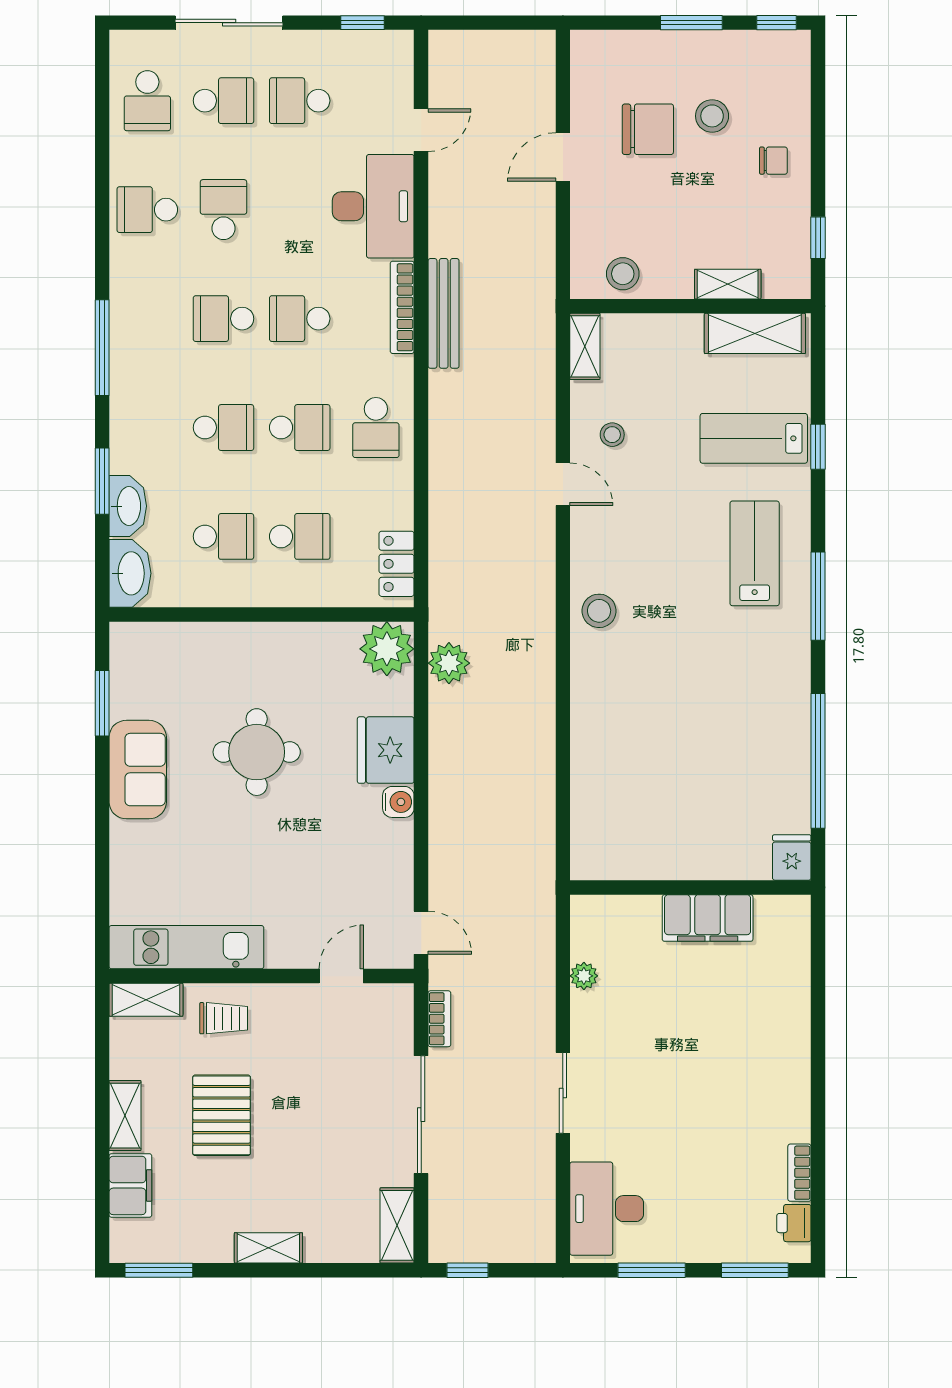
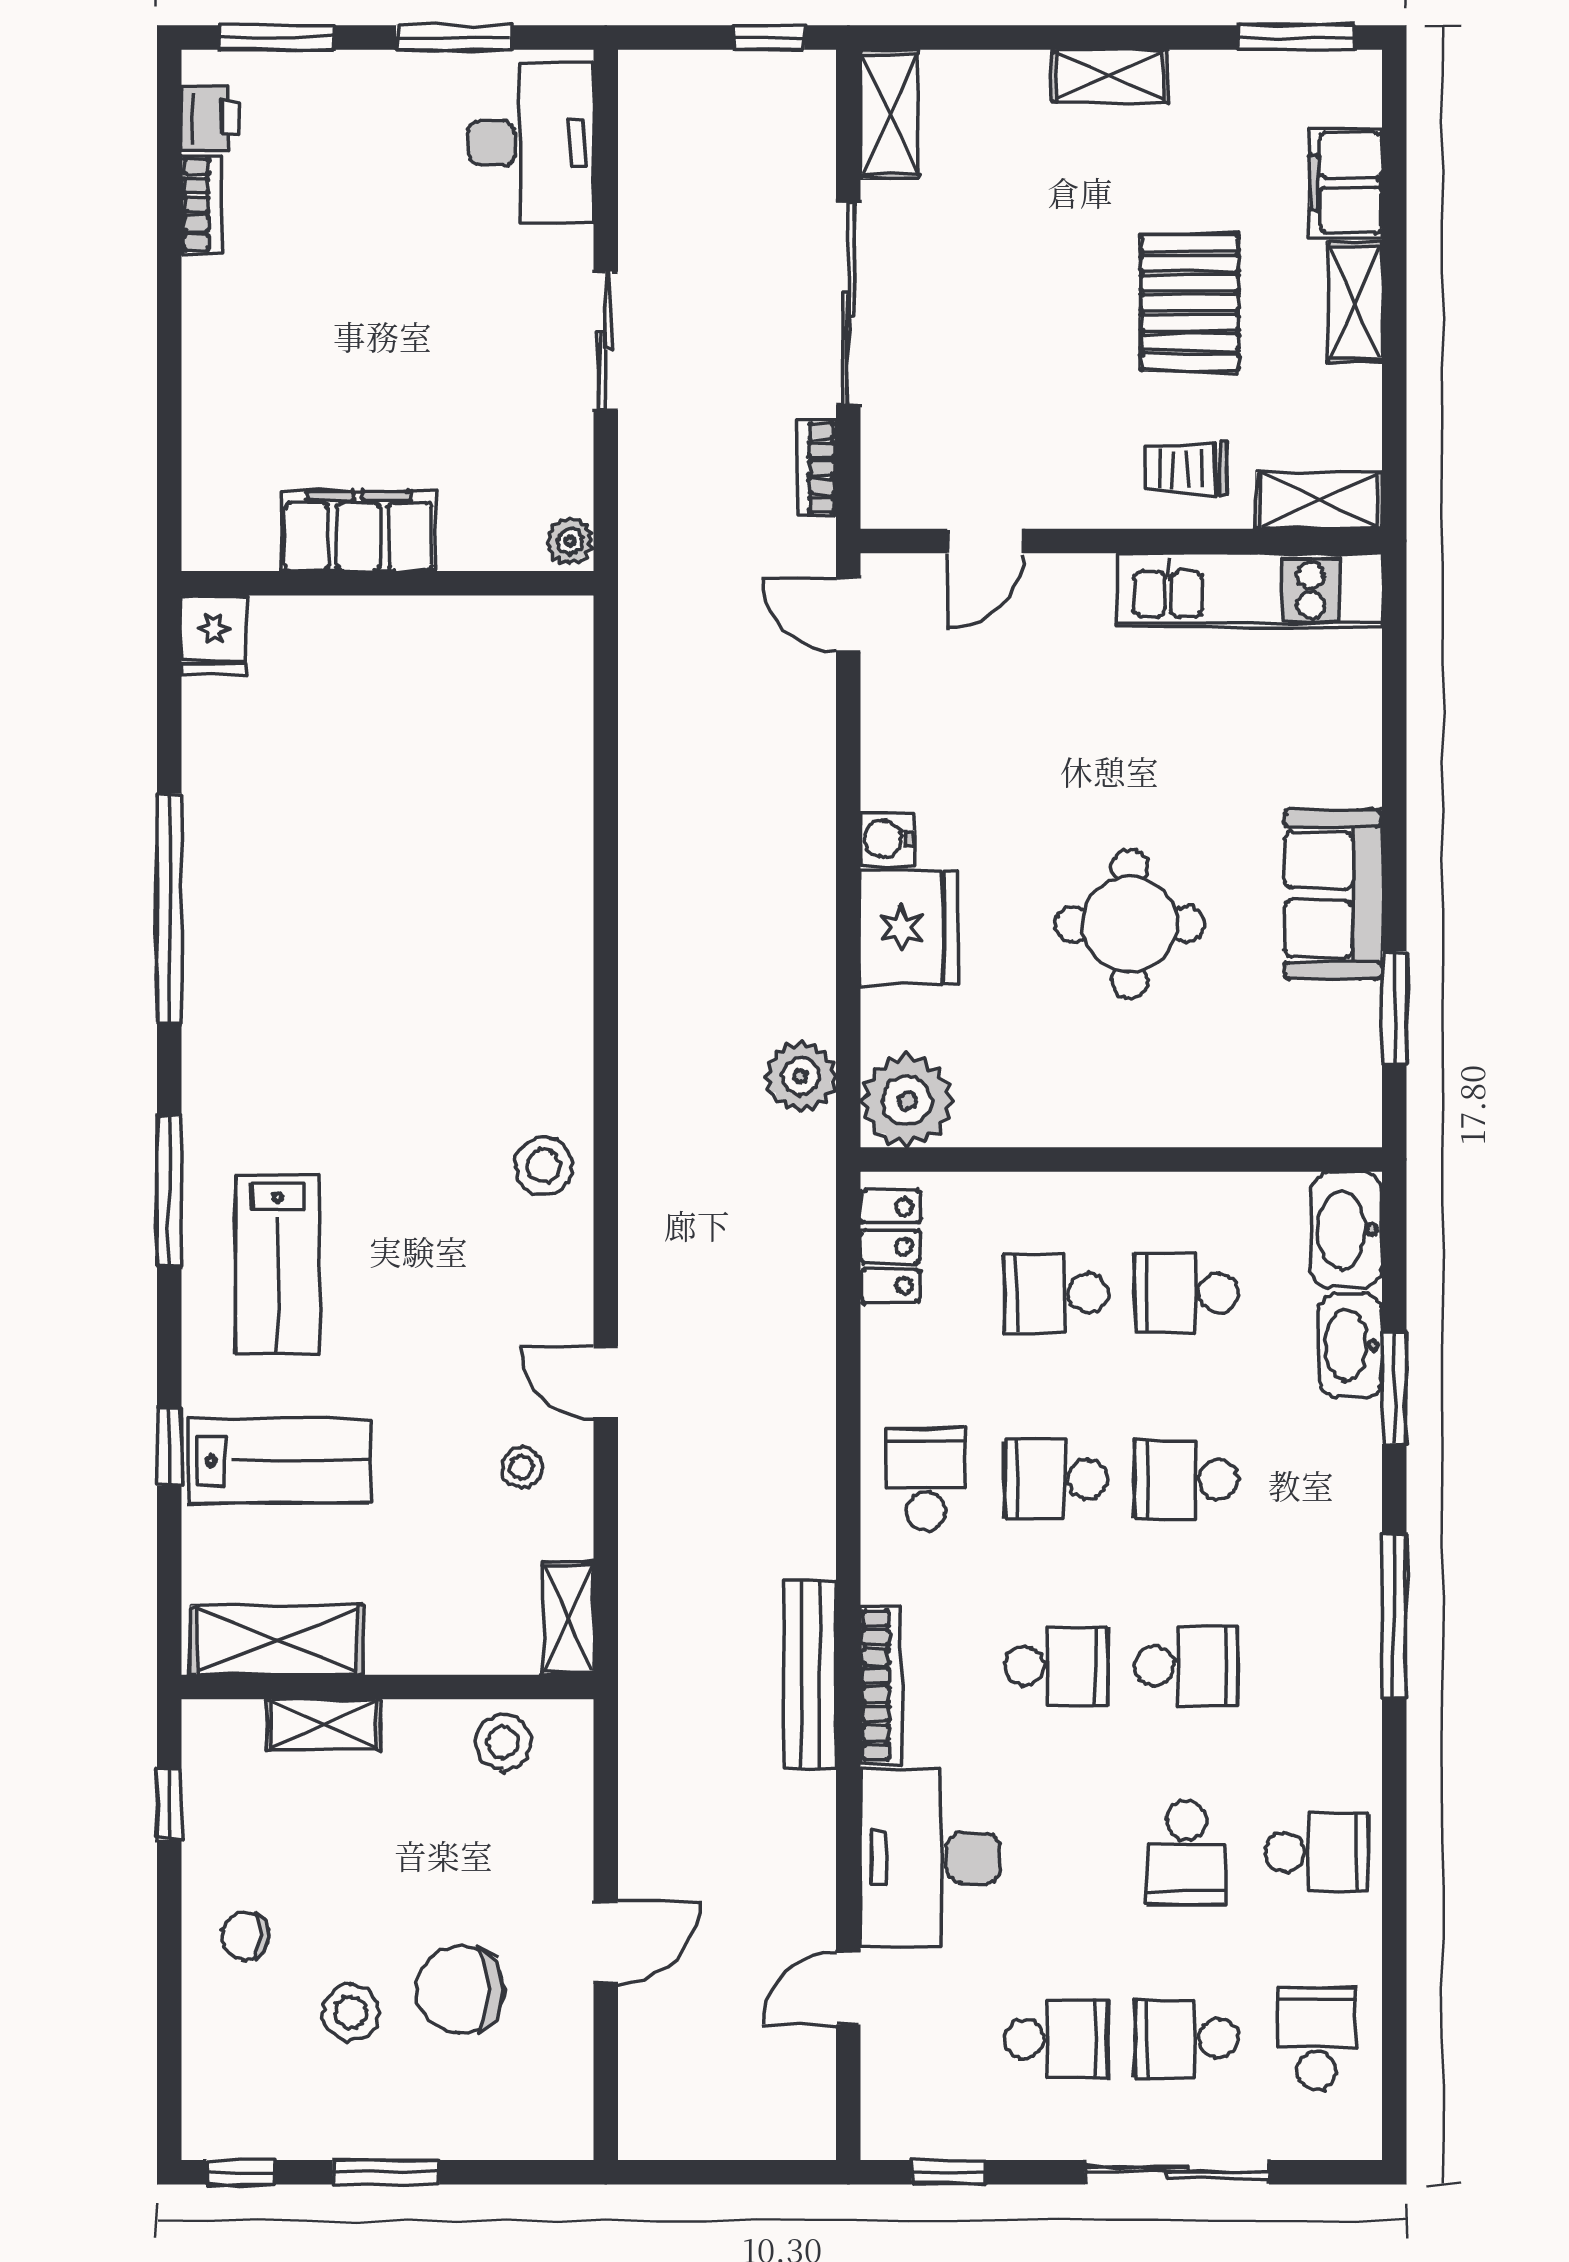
fridge: (792, 857) -> (214, 635), moved
wall: (690, 887) -> (387, 583), moved
filing cabinet: (708, 918) -> (358, 531), moved

